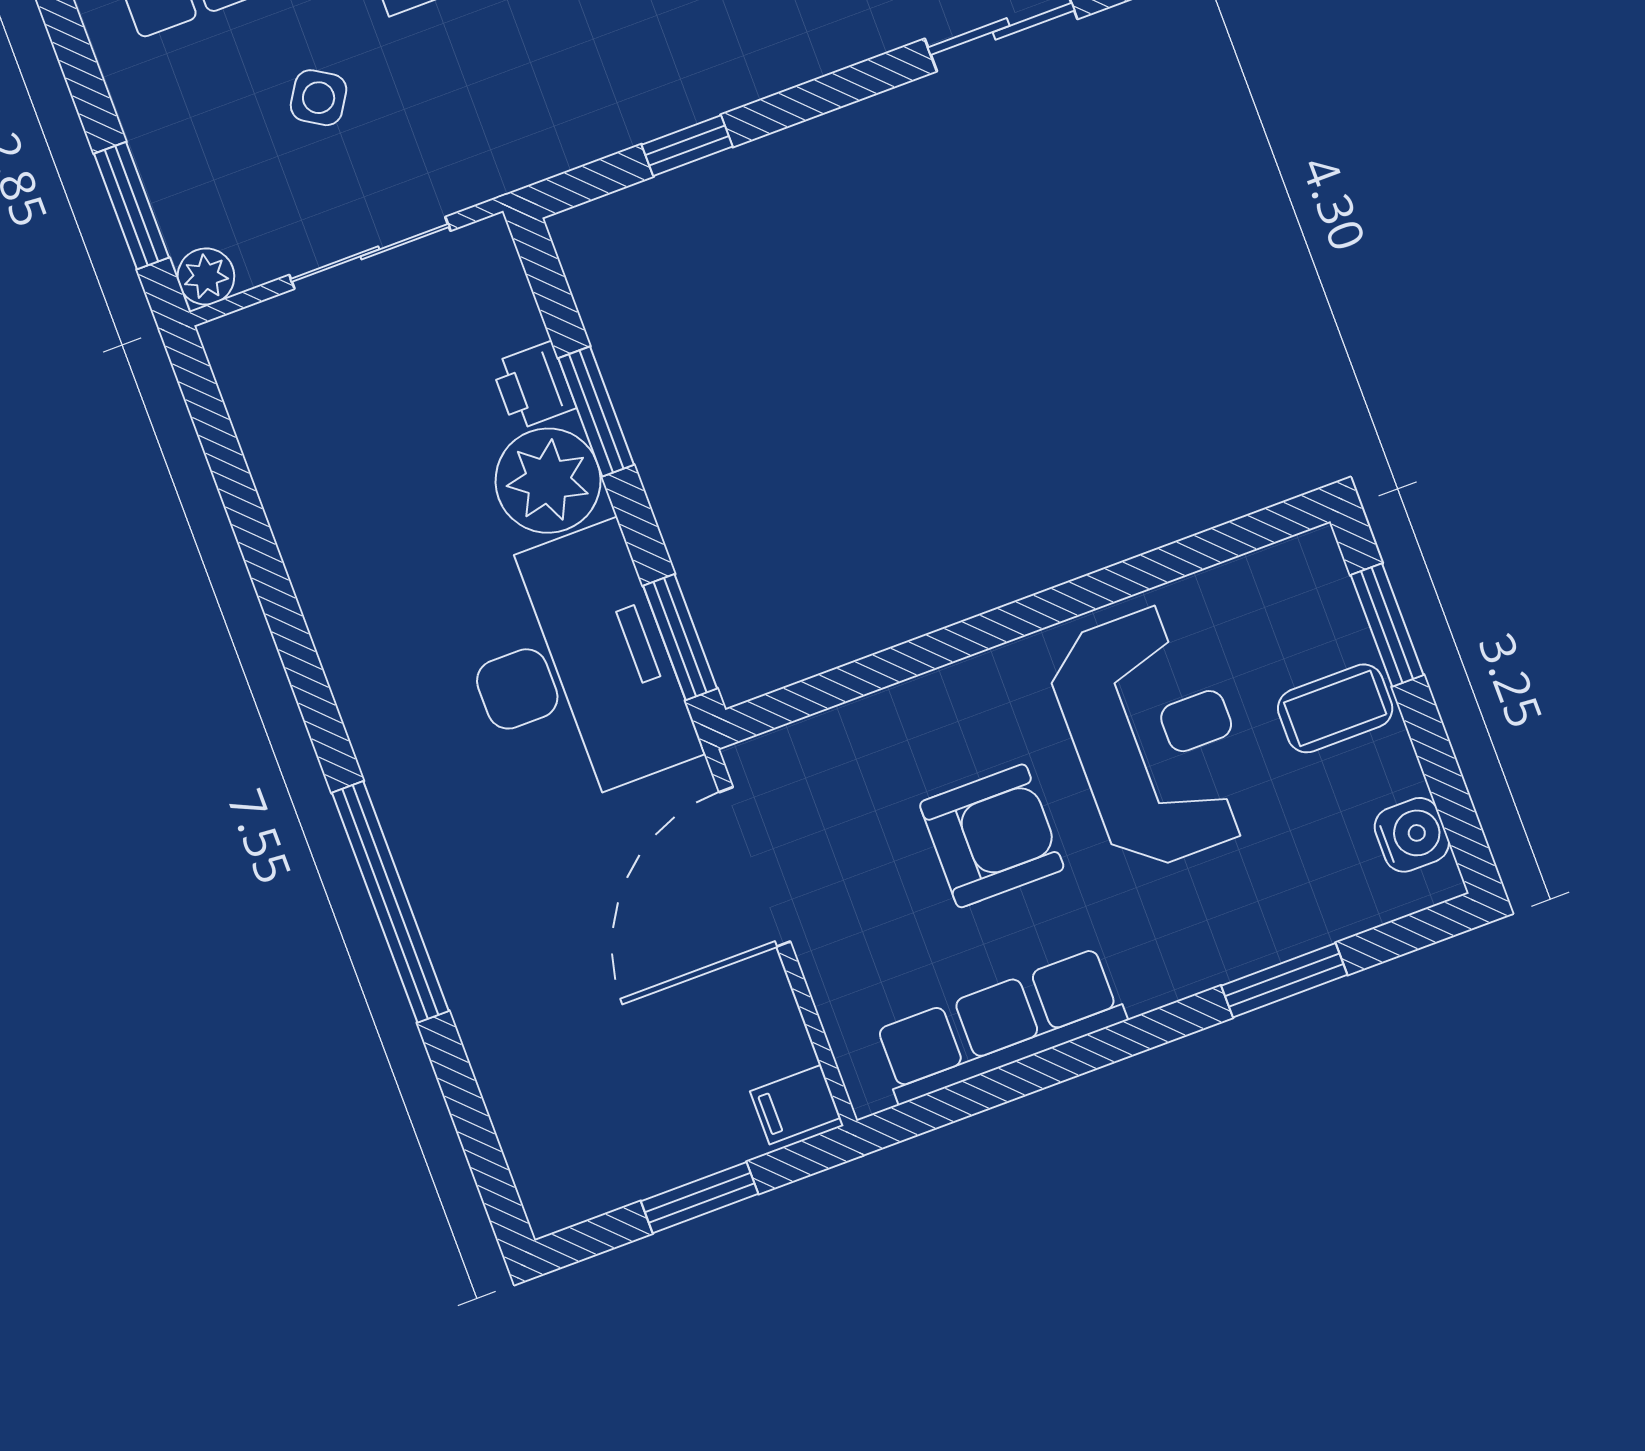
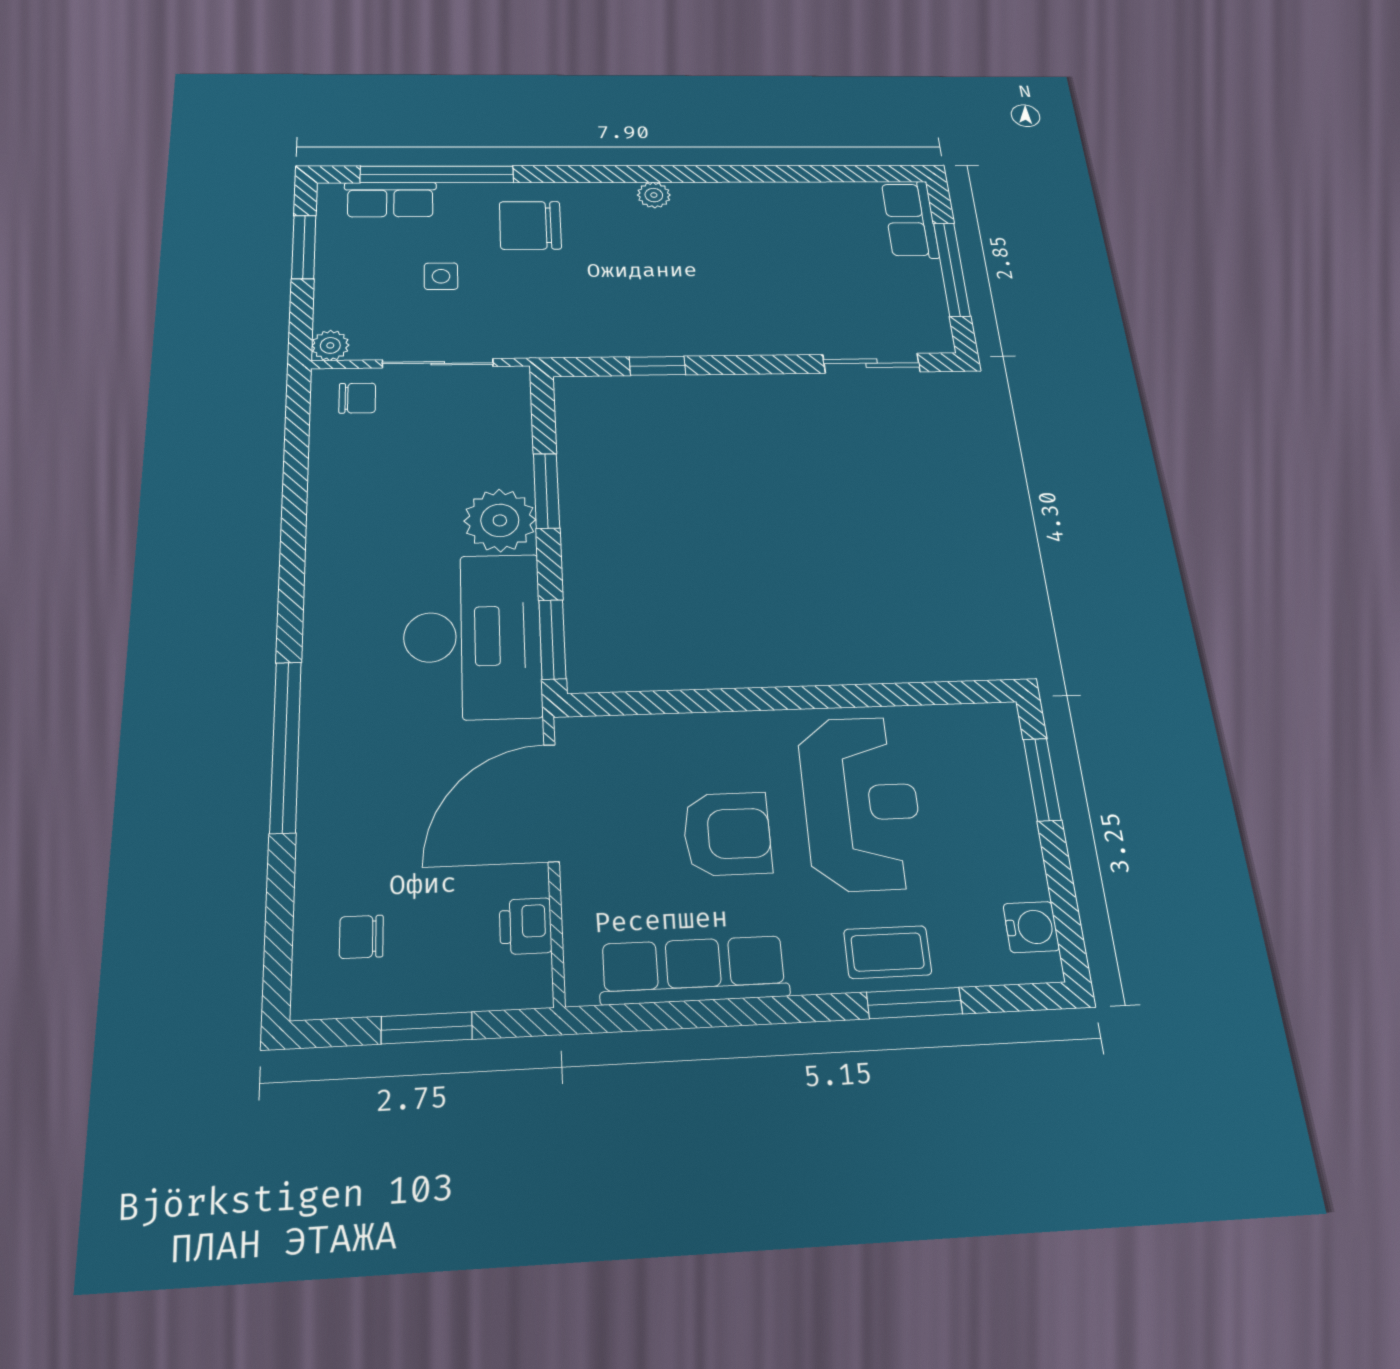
side table: (319, 98) -> (441, 276), turned -32
window: (131, 206) -> (304, 247), moved
chair: (279, 352) -> (357, 398), added
printer: (534, 386) -> (526, 926), moved
coffee table: (1335, 708) -> (888, 952), moved
filing cabinet: (795, 1105) -> (523, 980), removed
chair: (580, 1114) -> (361, 937), added

